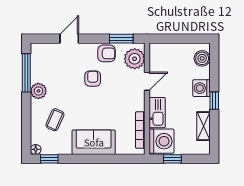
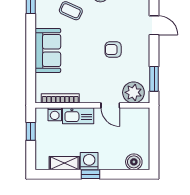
armchair: (106, 53) -> (139, 64), removed
armchair: (93, 79) -> (113, 50), turned 180
washing machine: (201, 88) -> (89, 161), moved
washing machine: (162, 141) -> (55, 114), width x0.53, depth x0.53

